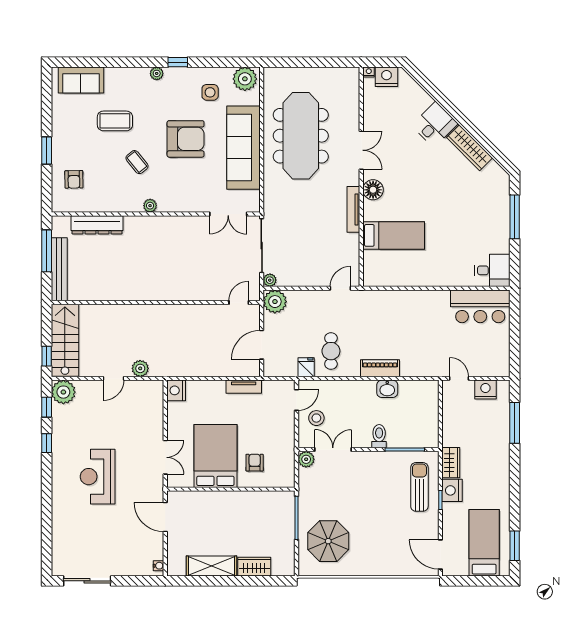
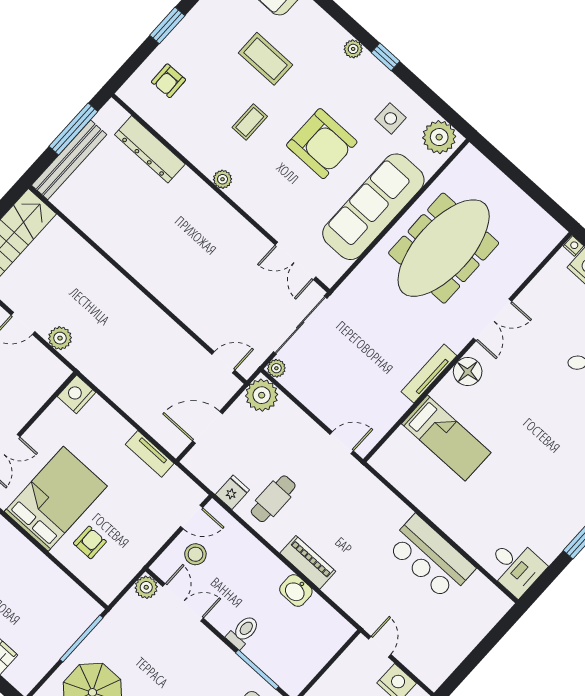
coffee table: (137, 162) -> (250, 122), turned 39
bar counter: (480, 306) -> (431, 557), moved

